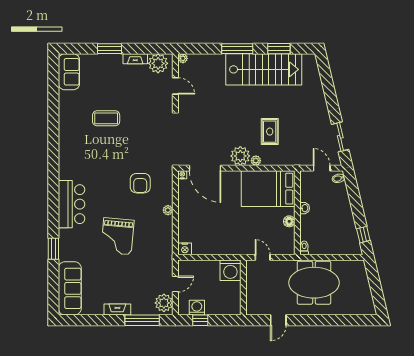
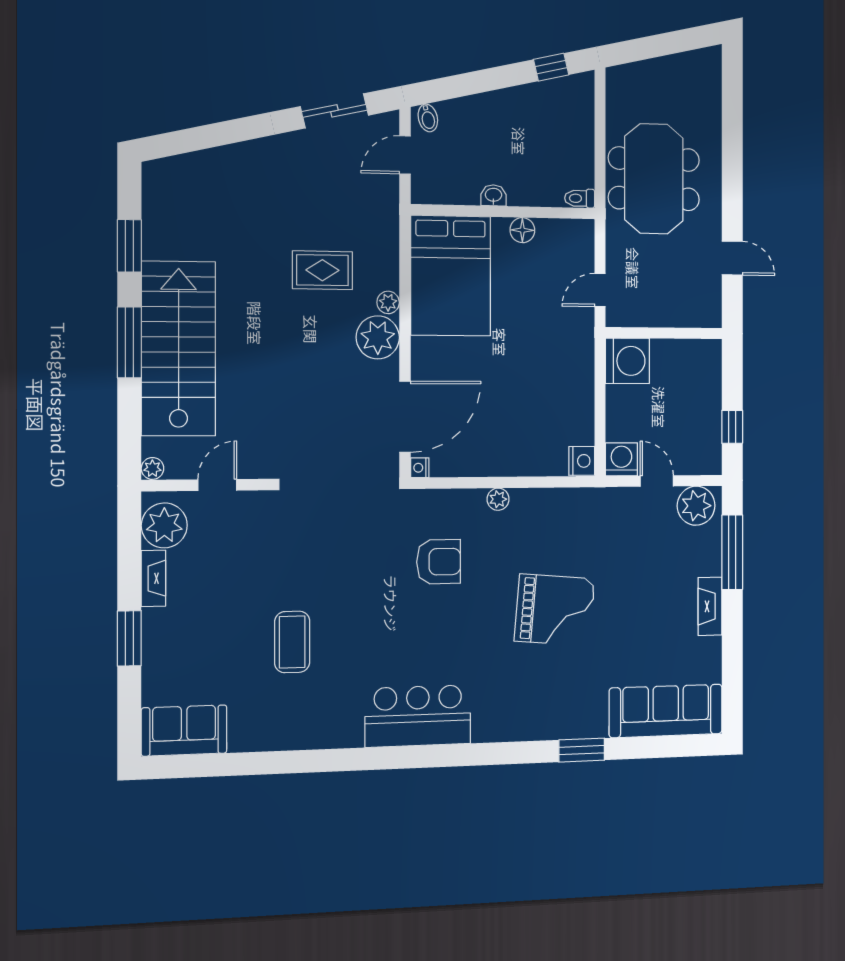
stairs: (264, 69) -> (179, 349), moved
bar counter: (72, 204) -> (418, 716), moved
washing machine: (197, 308) -> (621, 459), moved, turned 90

